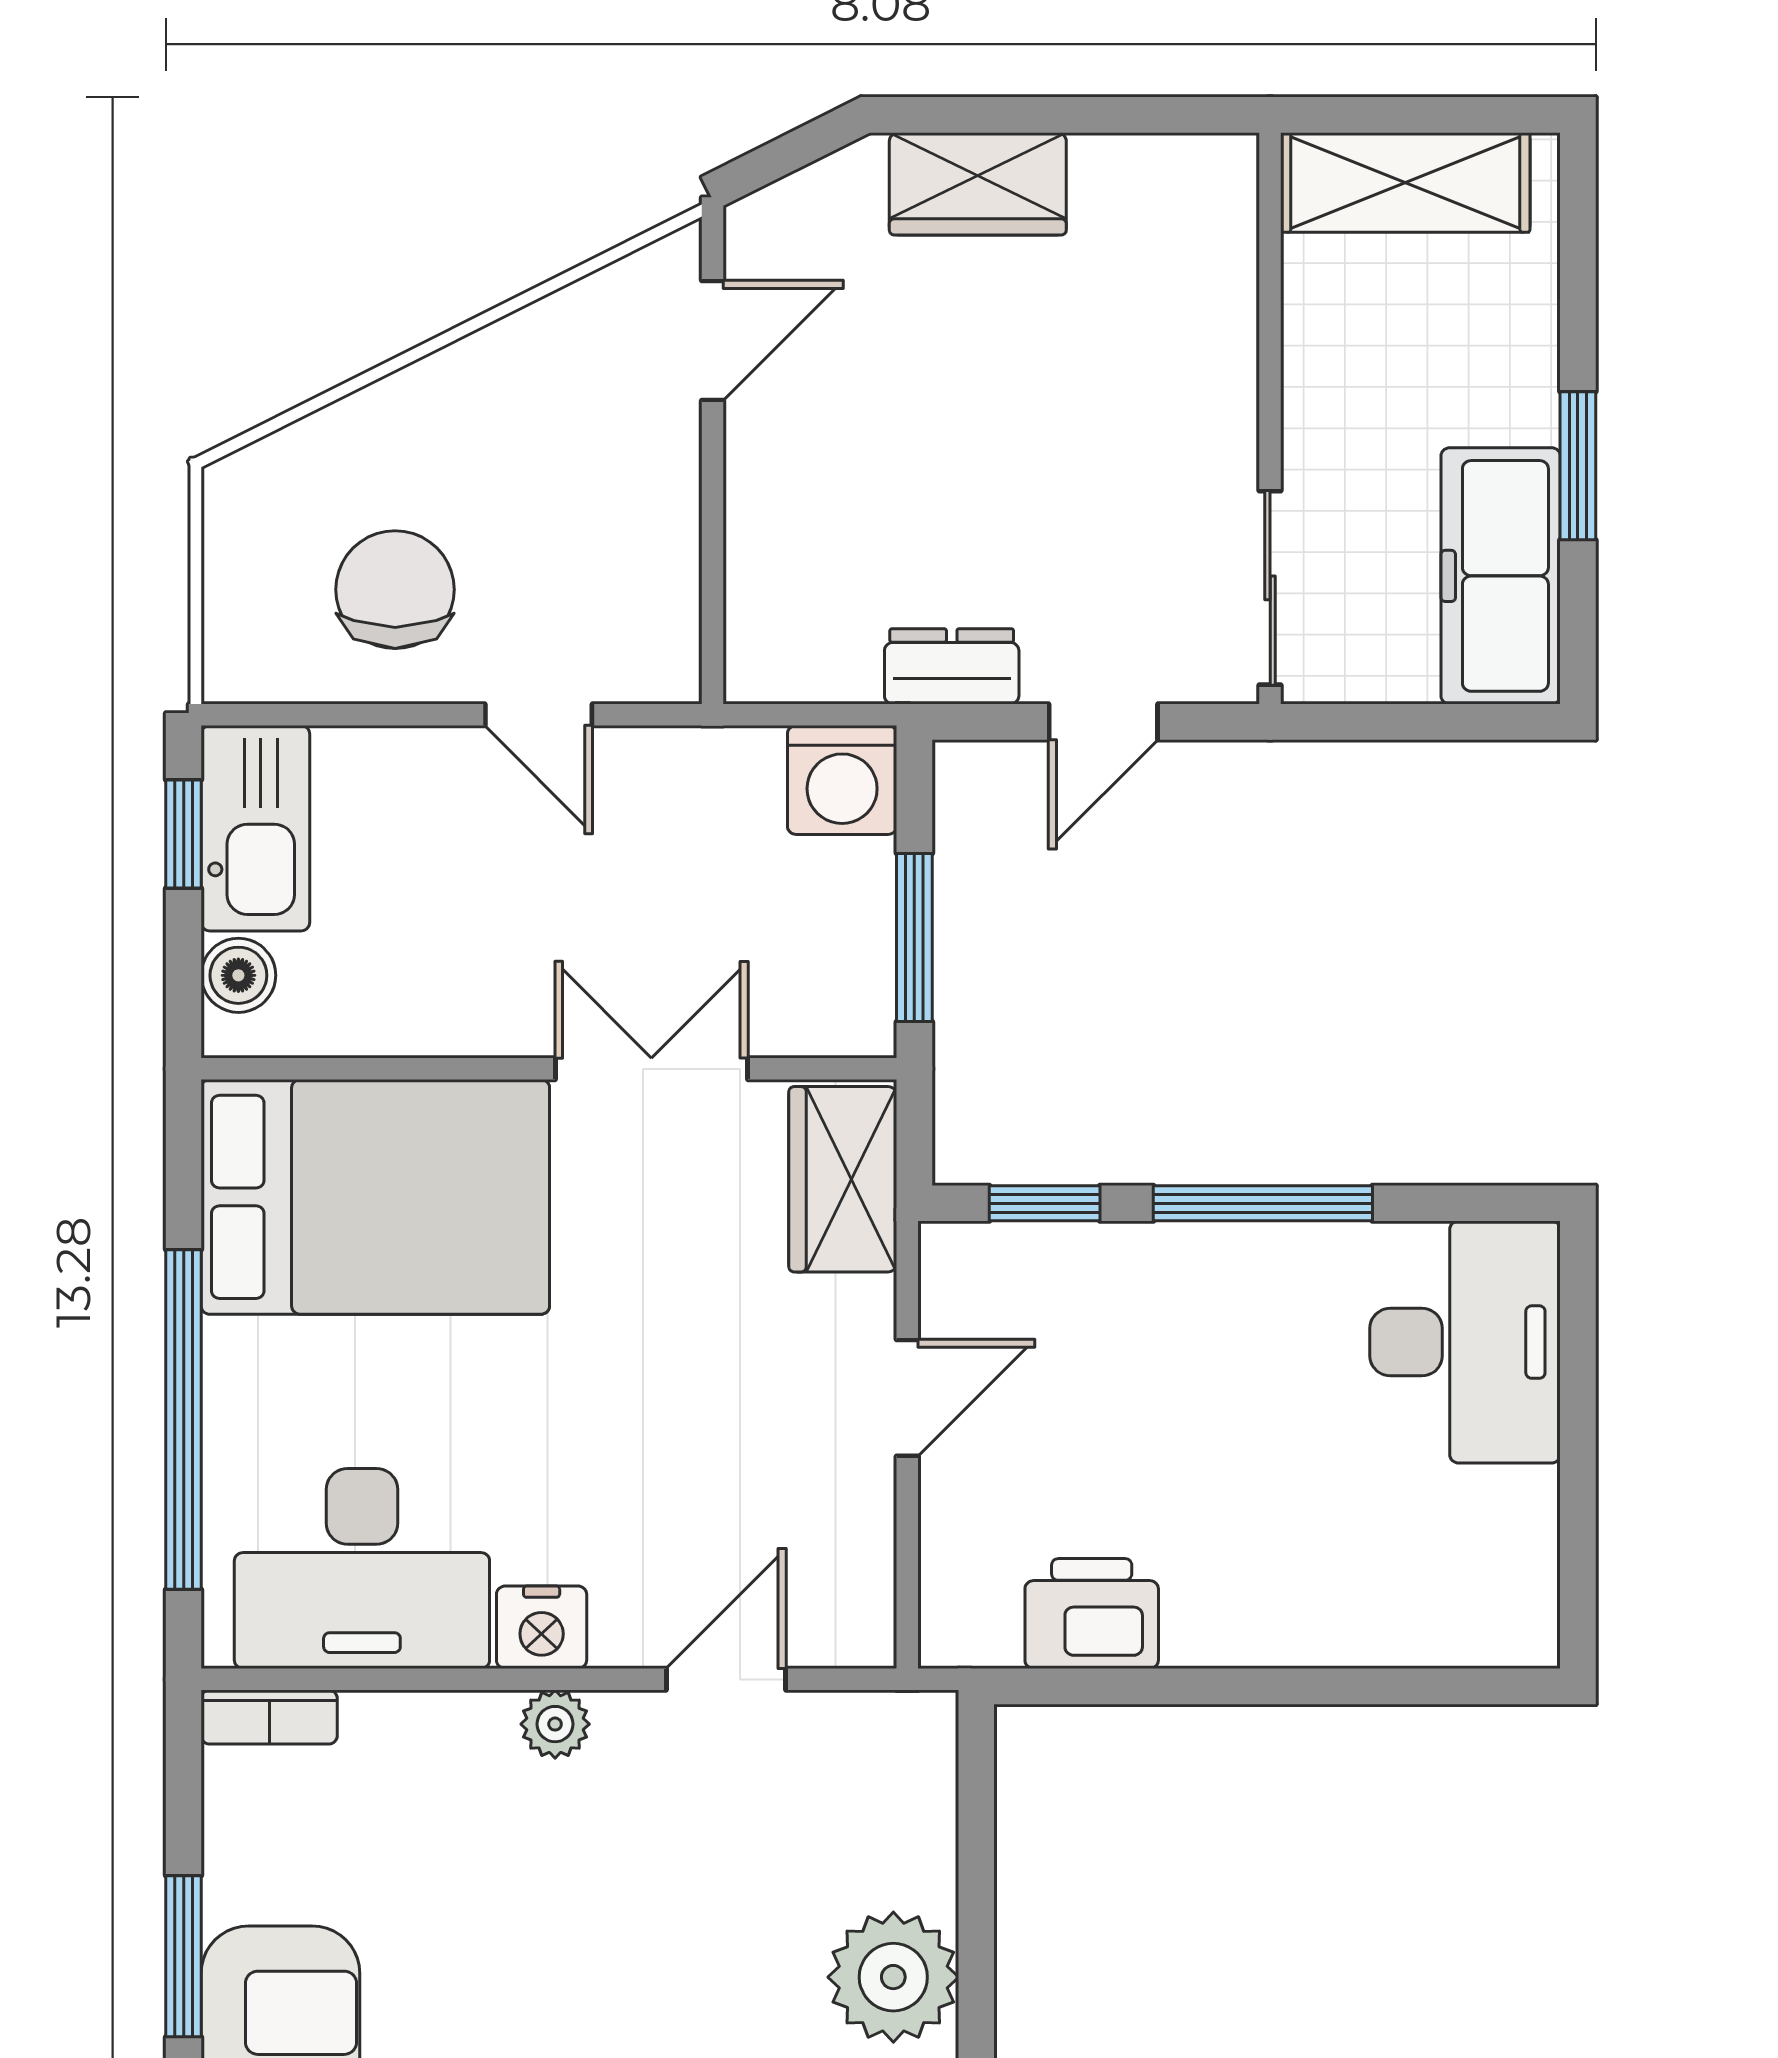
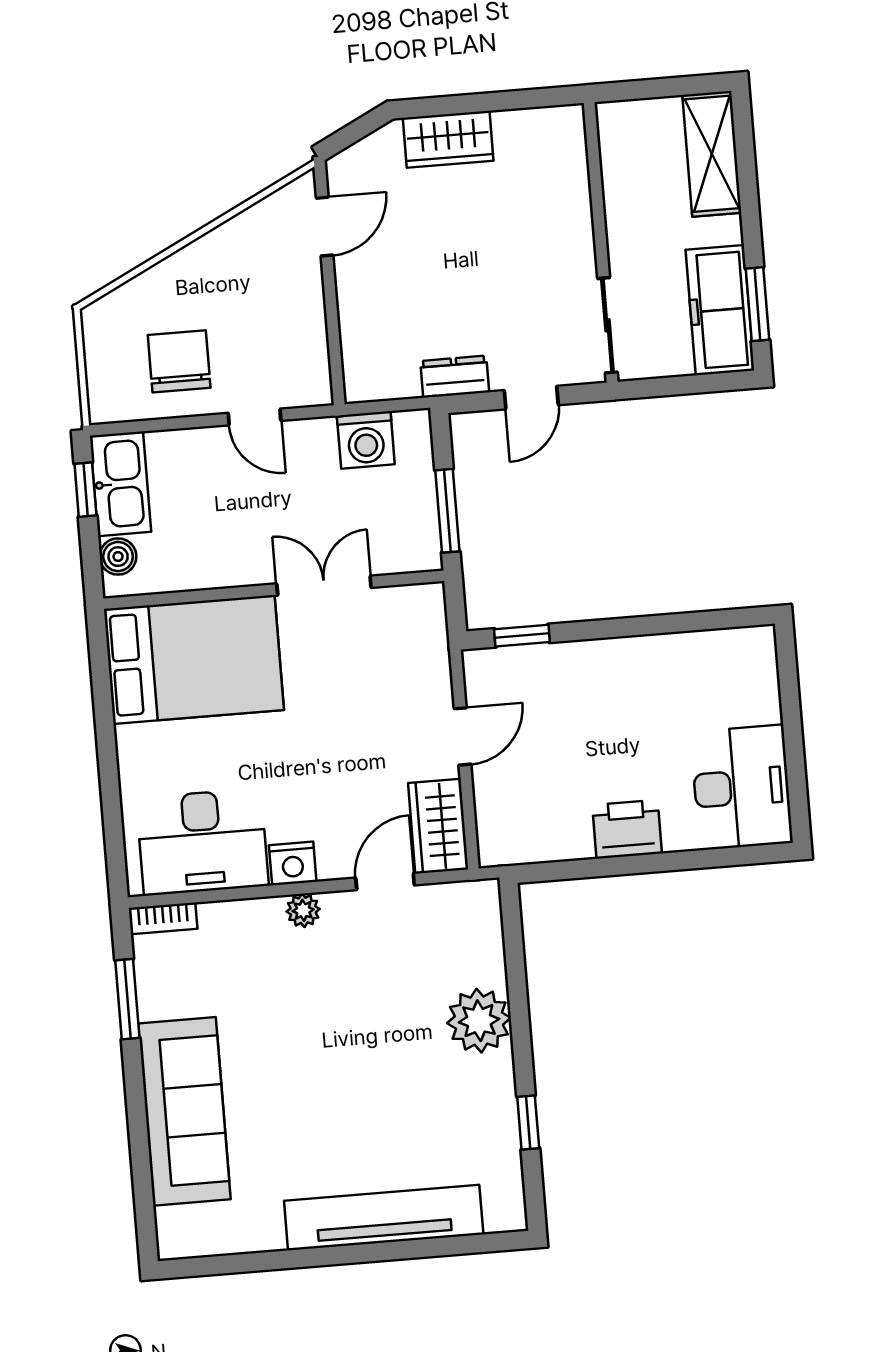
shelving: (1405, 183) -> (712, 154), moved, turned 90
window: (1578, 466) -> (757, 304), moved
washing machine: (842, 780) -> (366, 440), moved
wardrobe: (843, 1179) -> (438, 826), moved
window: (1263, 1203) -> (629, 627), removed
desk: (1465, 1342) -> (742, 787), moved
window: (184, 1419) -> (109, 776), removed
printer: (1092, 1614) -> (627, 829), moved
window: (184, 1956) -> (127, 999), moved

